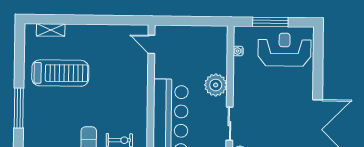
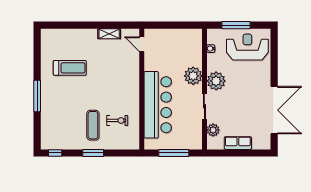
shelving: (51, 30) -> (109, 34), moved
treadmill: (60, 73) -> (70, 68), width x0.73, depth x0.73
plant: (244, 92) -> (216, 81), added

